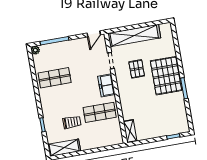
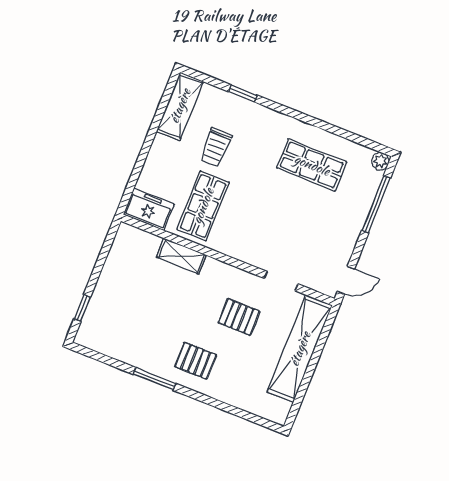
door: (94, 34) -> (346, 280), swing flipped
pallet: (166, 76) -> (196, 361), width x0.49, depth x0.50
shop shelf: (55, 78) -> (312, 165), turned 90
freezer: (106, 85) -> (149, 209), moved
shelving: (130, 131) -> (181, 256), moved

